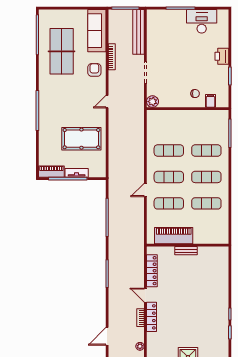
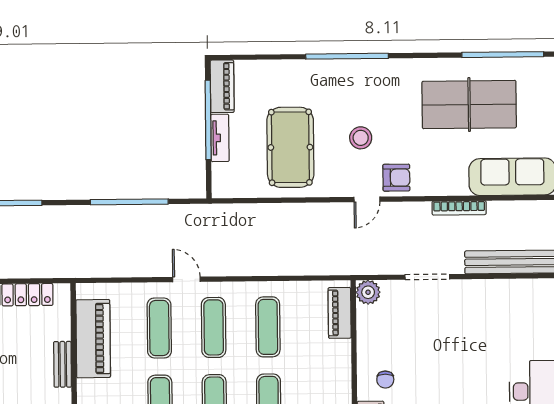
armchair: (94, 70) -> (396, 178), moved
door: (107, 102) -> (367, 199), swing flipped
stool: (77, 104) -> (361, 138), added
piano: (162, 116) -> (340, 313), added

